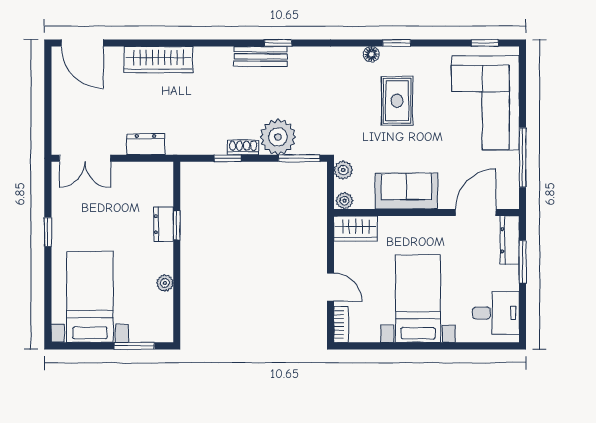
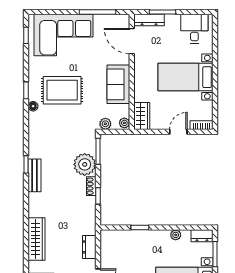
rug: (397, 101) -> (62, 90), width x1.36, depth x1.43
dresser: (164, 224) -> (202, 236), moved

